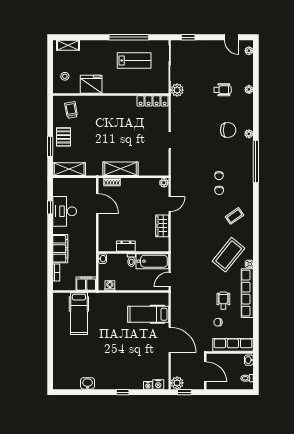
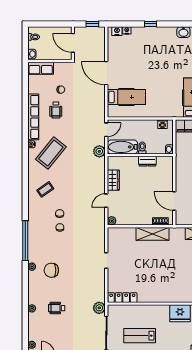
row of seats: (233, 345) -> (41, 68), width x0.68
plant: (177, 383) -> (99, 151), moved

